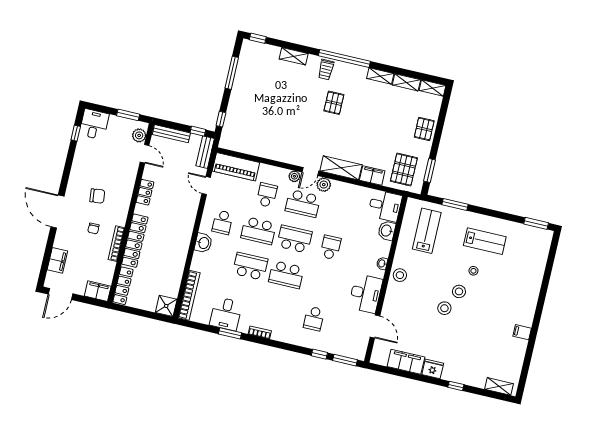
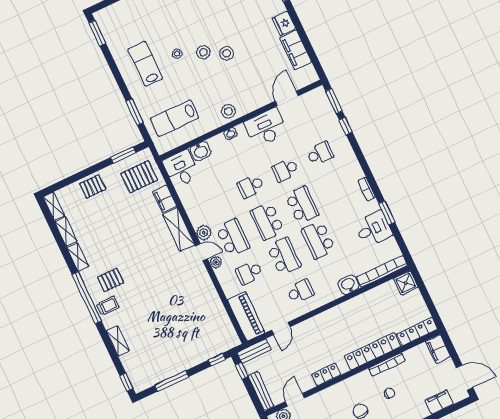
pallet: (334, 103) -> (111, 280), moved
washbasin: (203, 243) -> (348, 285), moved
school desk: (322, 283) -> (285, 170), added

